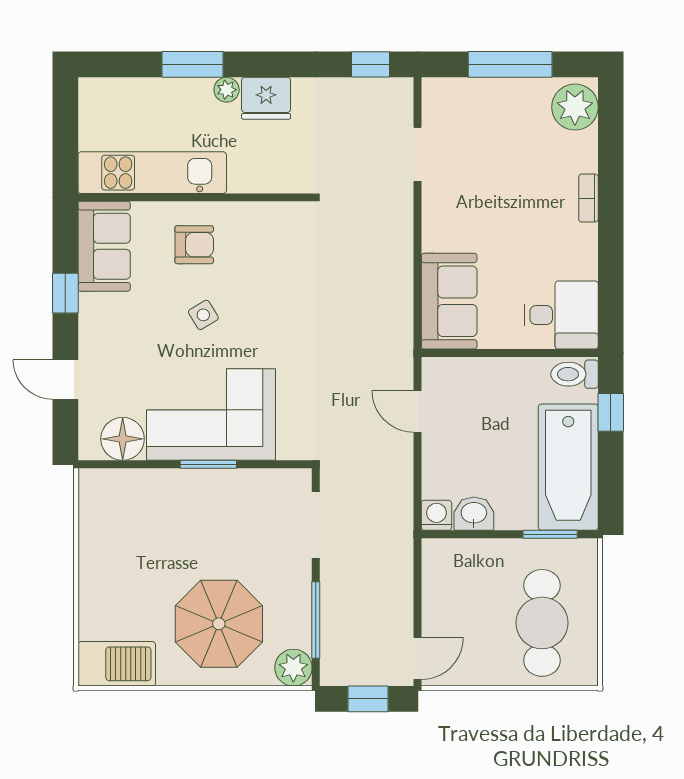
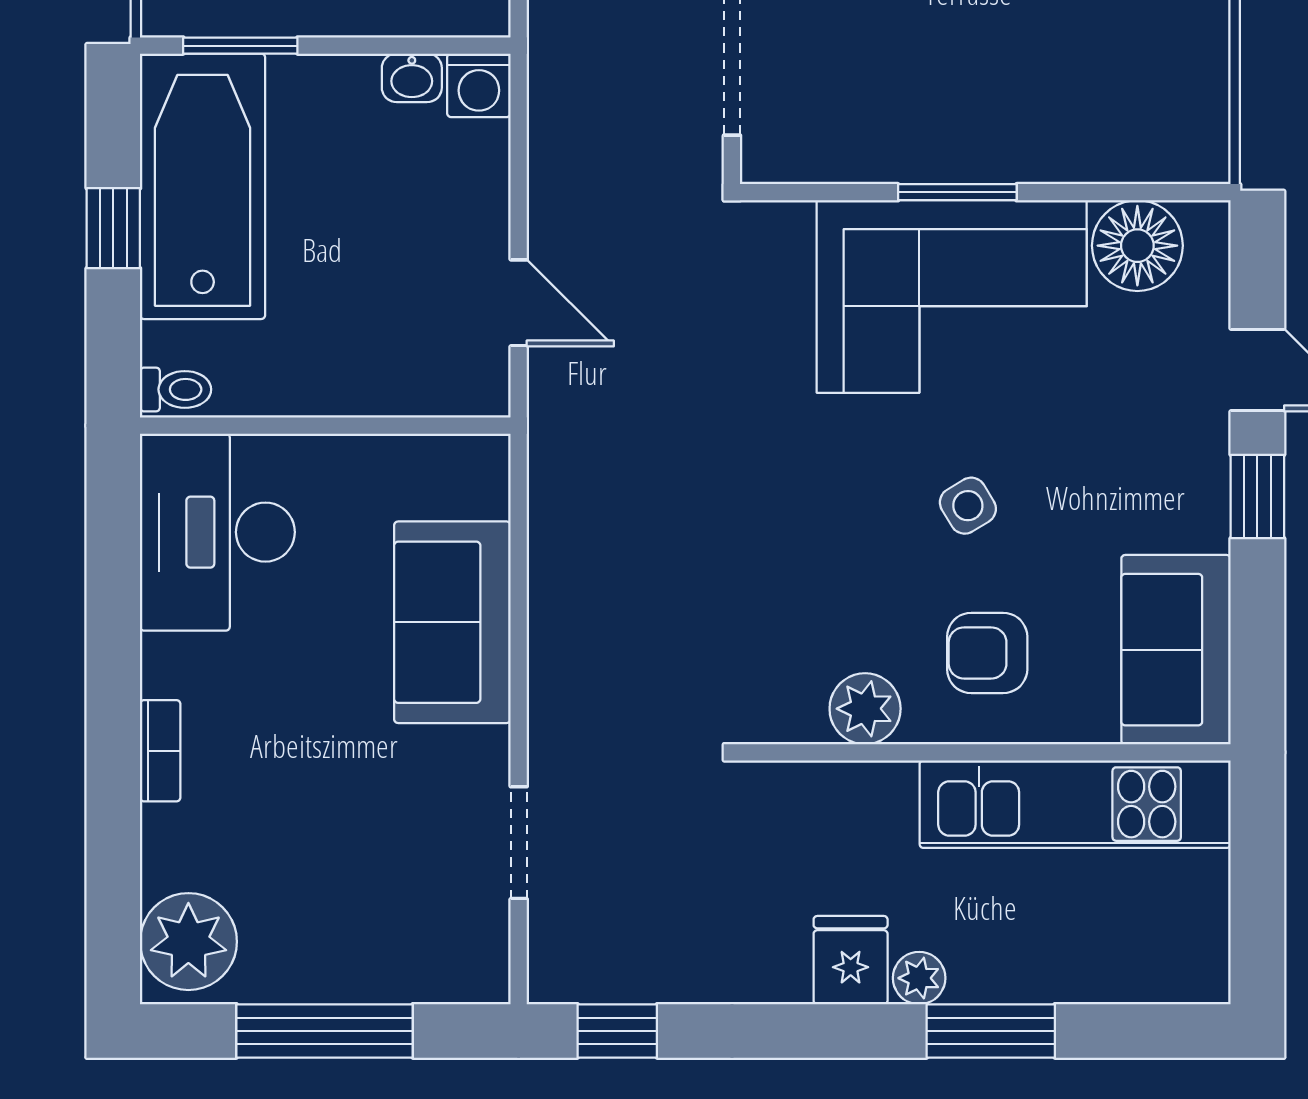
fridge: (266, 98) -> (851, 960), width x0.72
plant: (252, 218) -> (865, 709), added
window: (65, 293) -> (1257, 497), moved
sofa: (449, 301) -> (452, 622), moved
desk: (561, 315) -> (217, 532), width x1.37
toilet: (574, 374) -> (176, 389), width x0.73, depth x0.72
window: (611, 412) -> (113, 228), moved
washbasin: (474, 514) -> (412, 78), width x0.72, depth x0.69

